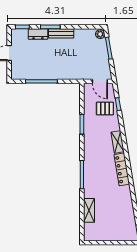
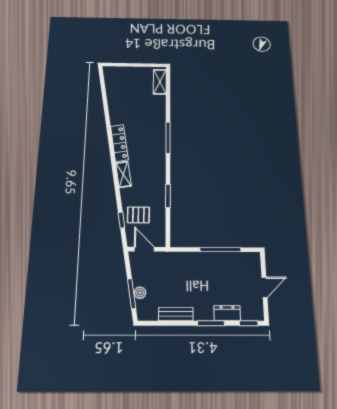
bench: (61, 33) -> (176, 314), moved
plant: (100, 34) -> (140, 293), moved
shelving: (89, 210) -> (160, 82), moved

